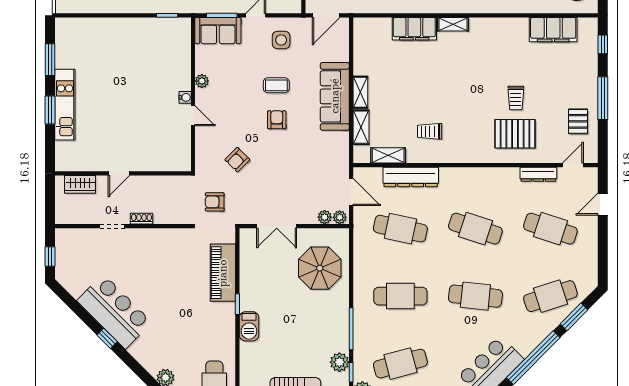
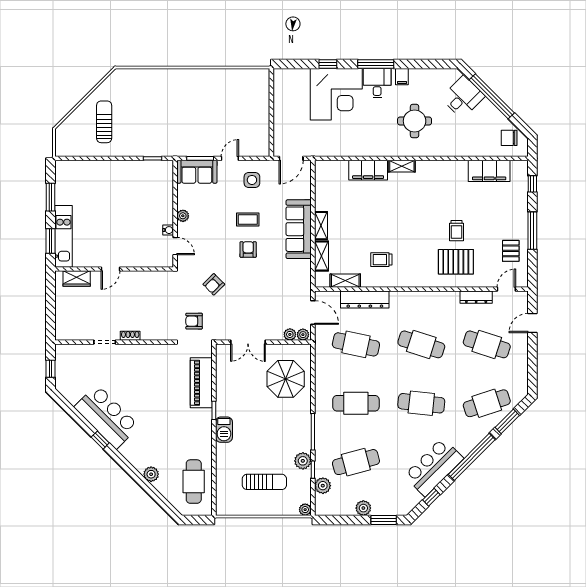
door: (119, 173) -> (110, 269), moved
wall: (123, 173) -> (114, 269), moved
wardrobe: (80, 184) -> (77, 279), moved

